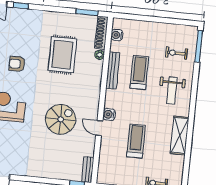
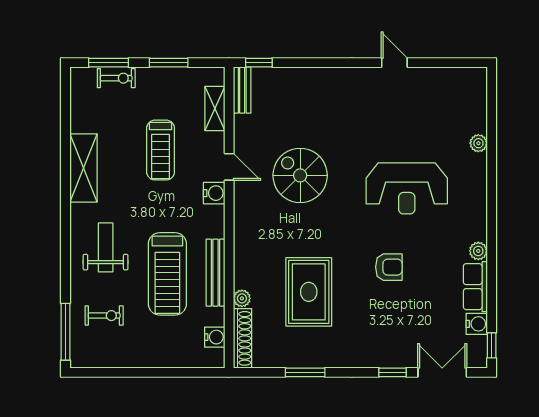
window: (87, 12) -> (305, 372), moved
treadmill: (139, 72) -> (167, 274), width x1.37, depth x1.38
spiral stairs: (61, 119) -> (300, 175), turned 90
shelving: (104, 161) -> (215, 108), added

